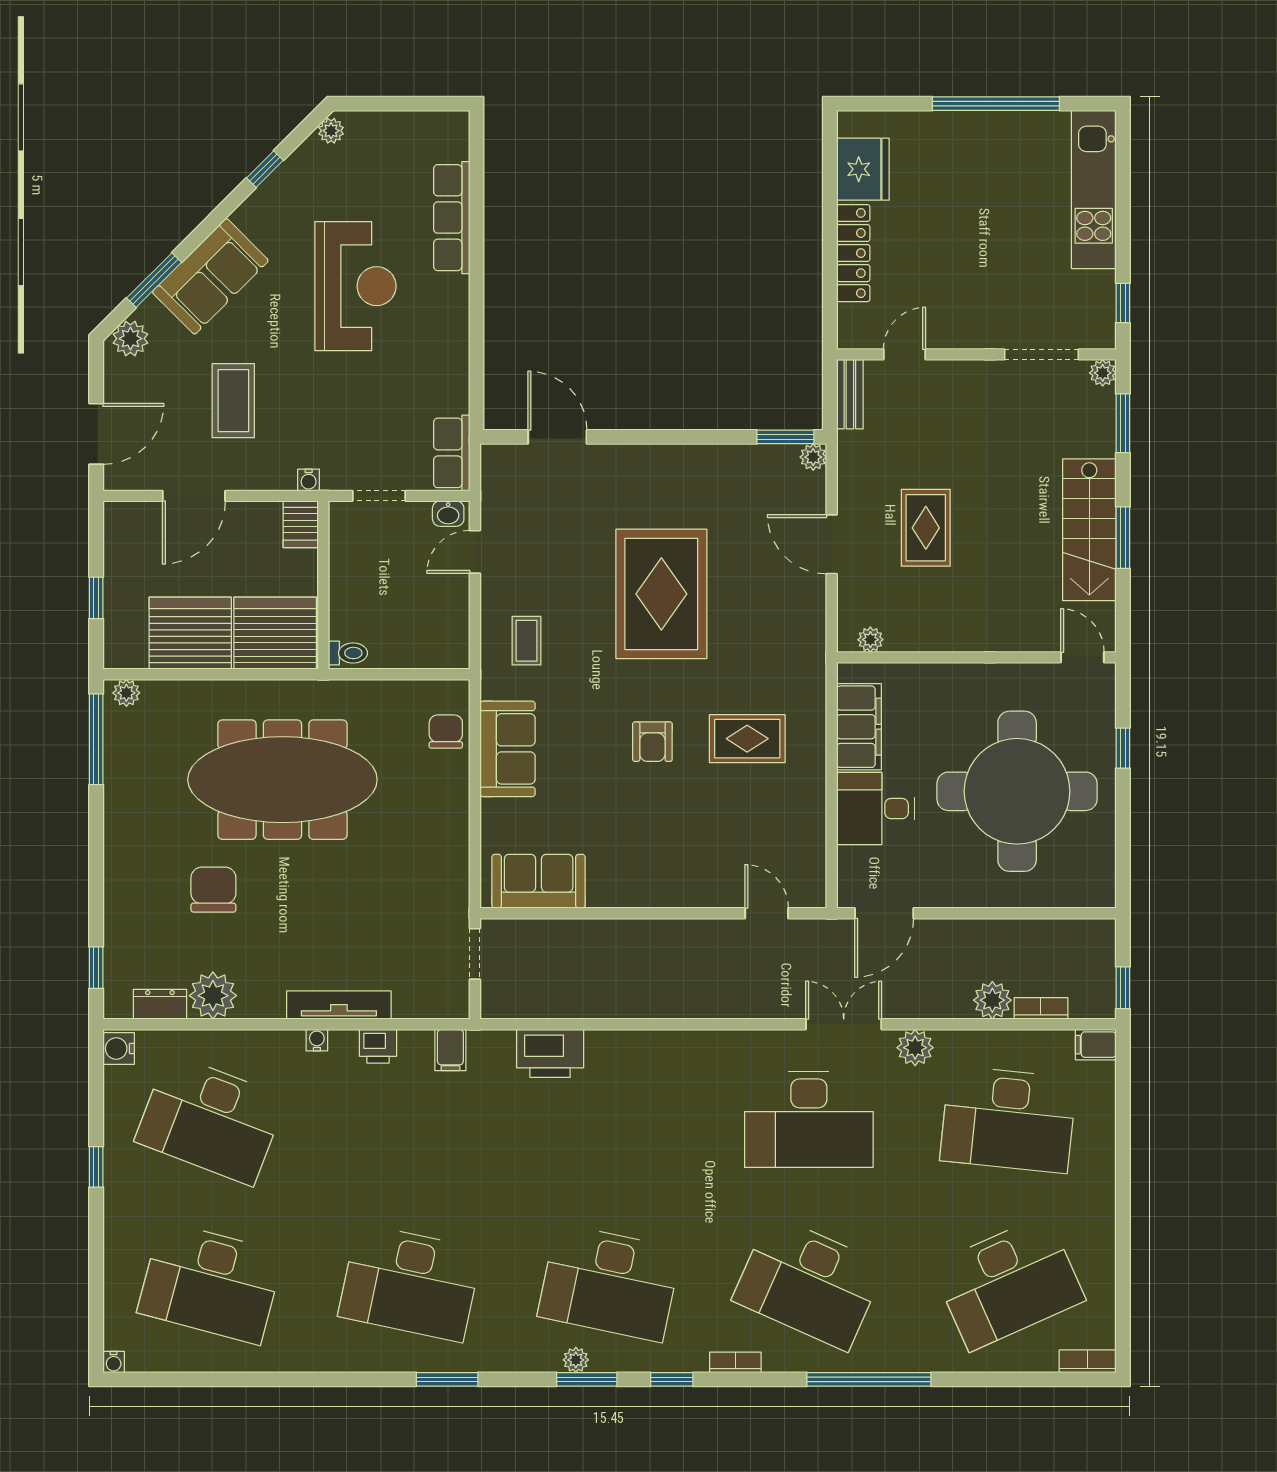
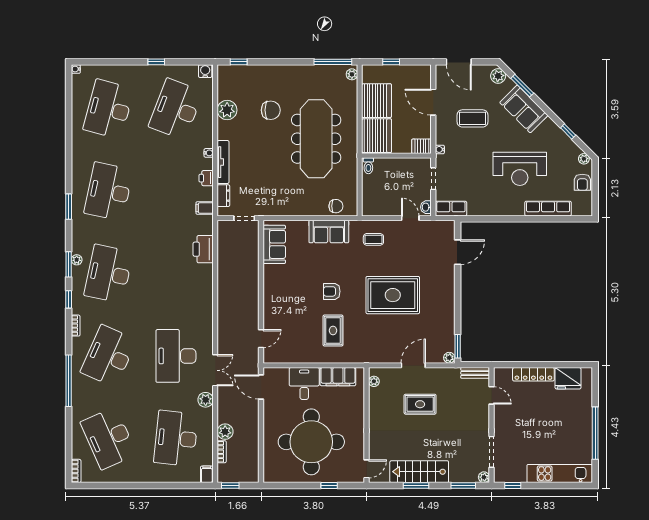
armchair: (388, 134) -> (582, 182), added
dresser: (160, 1004) -> (223, 196), moved

